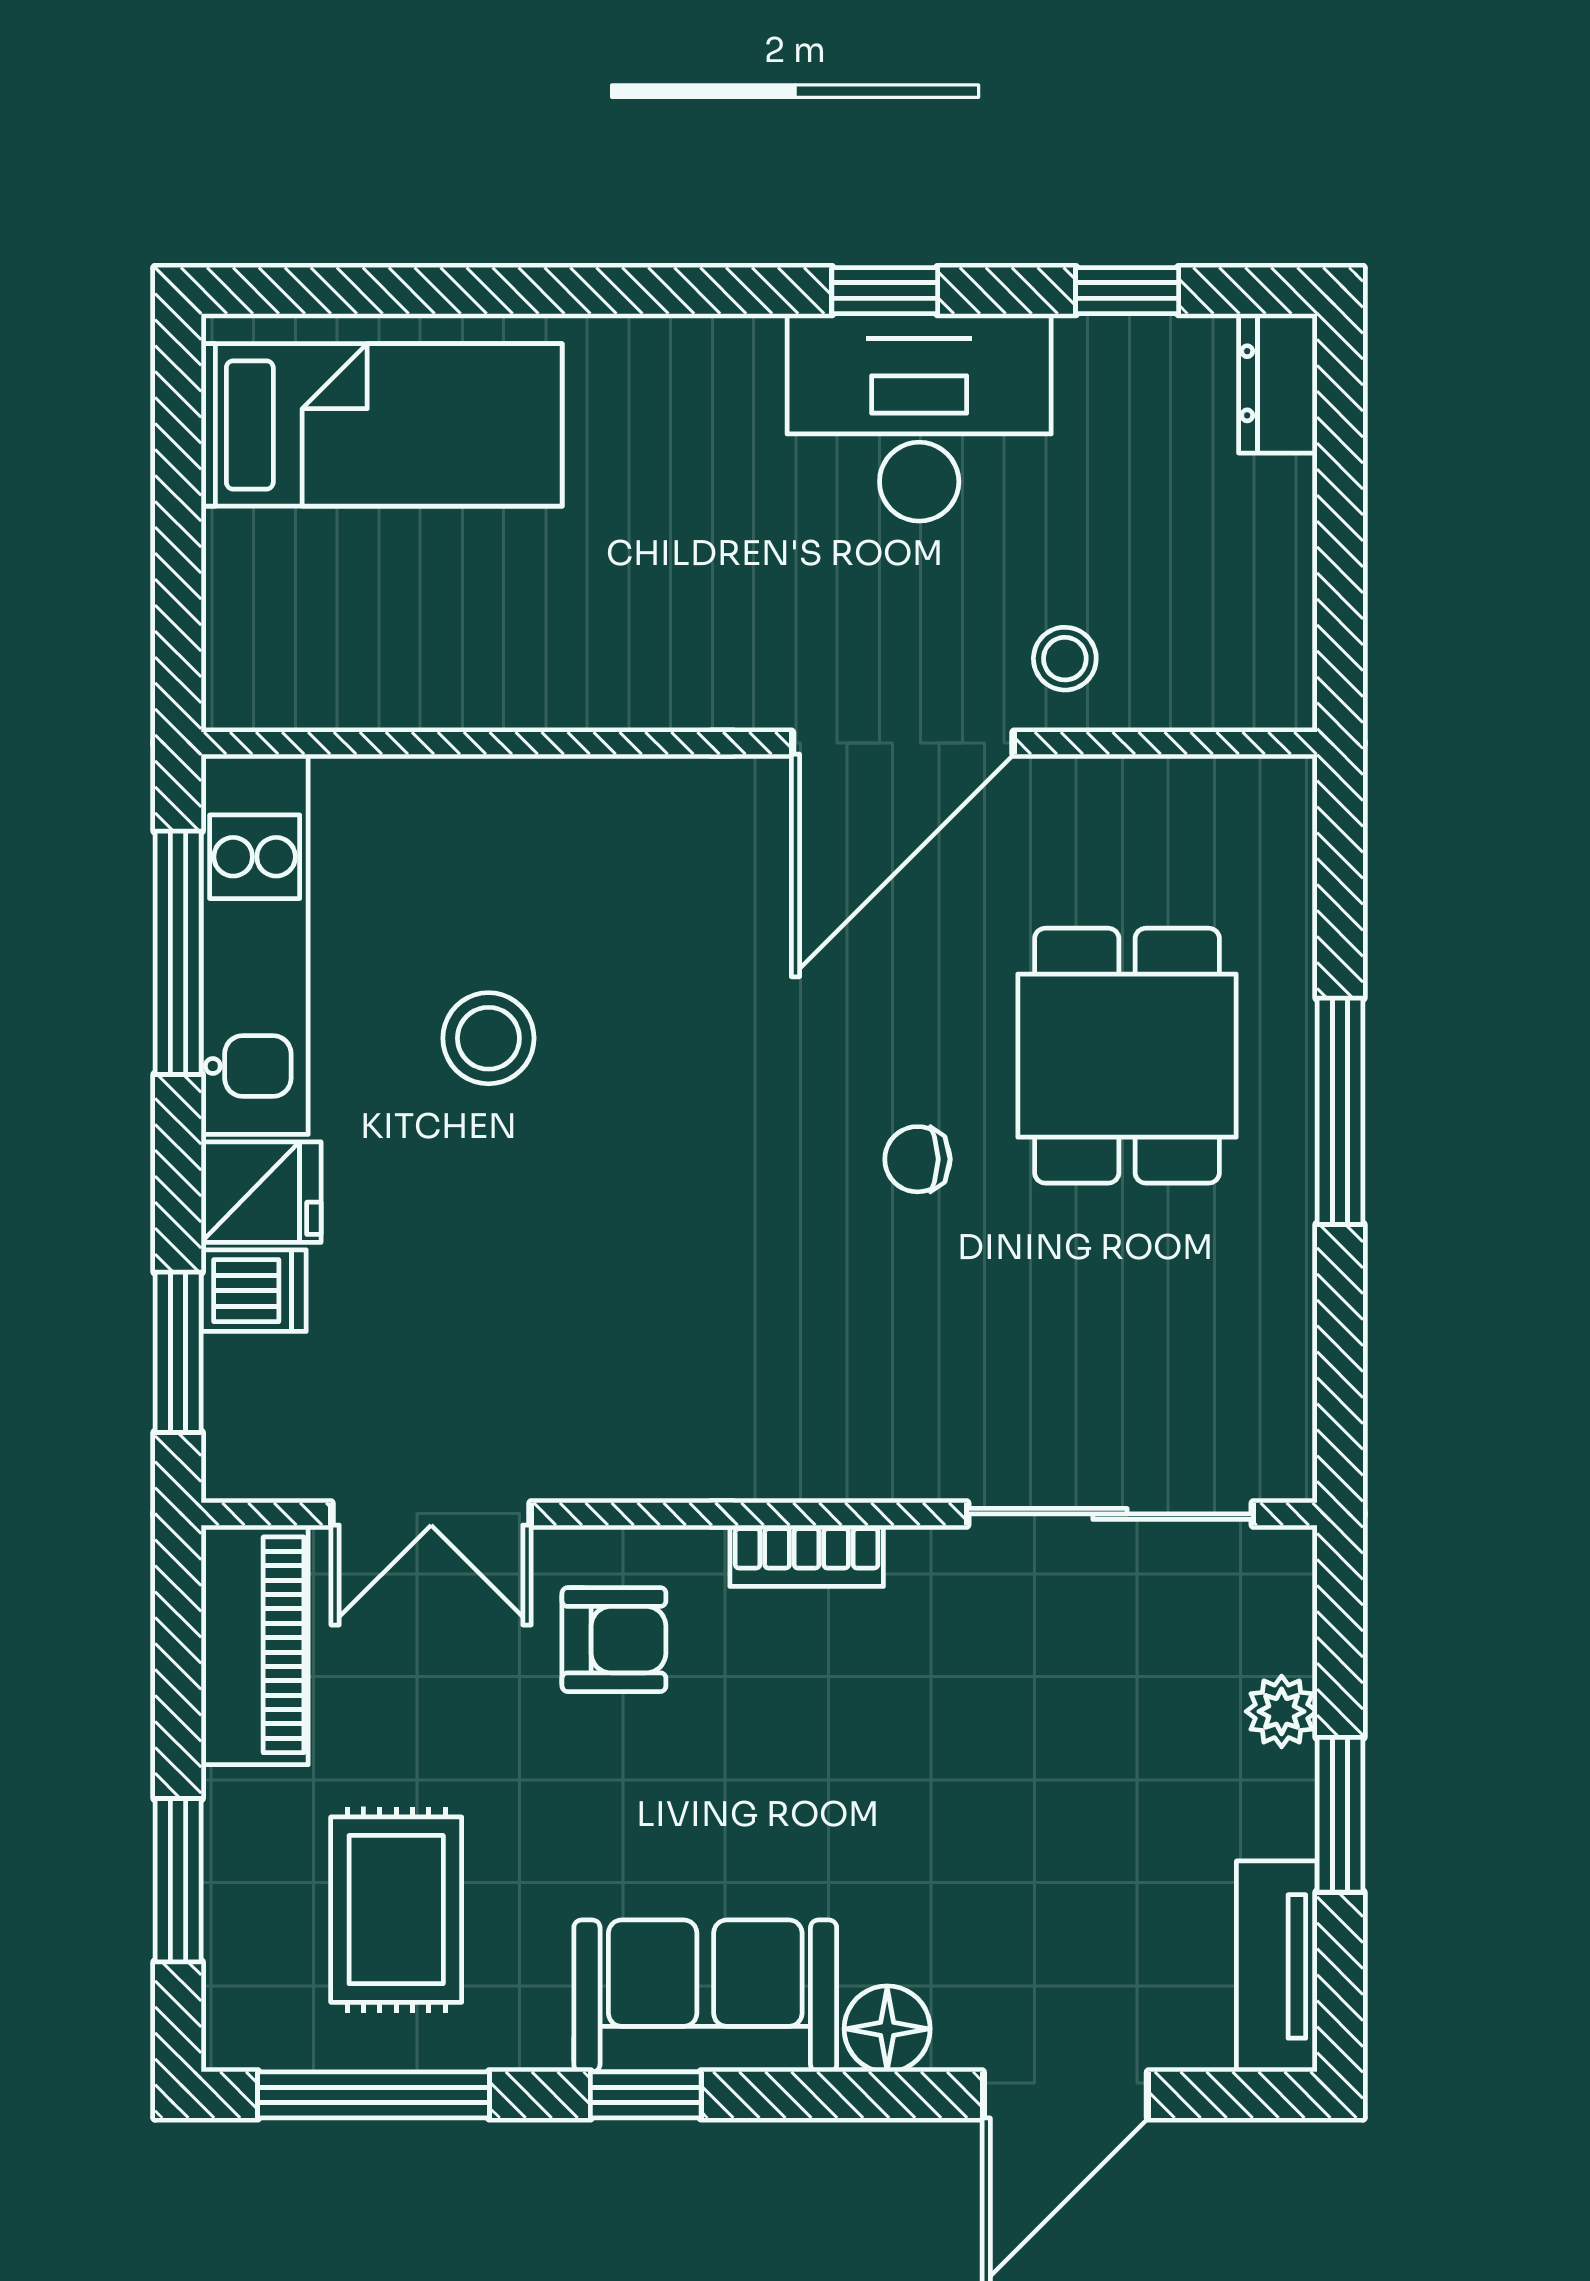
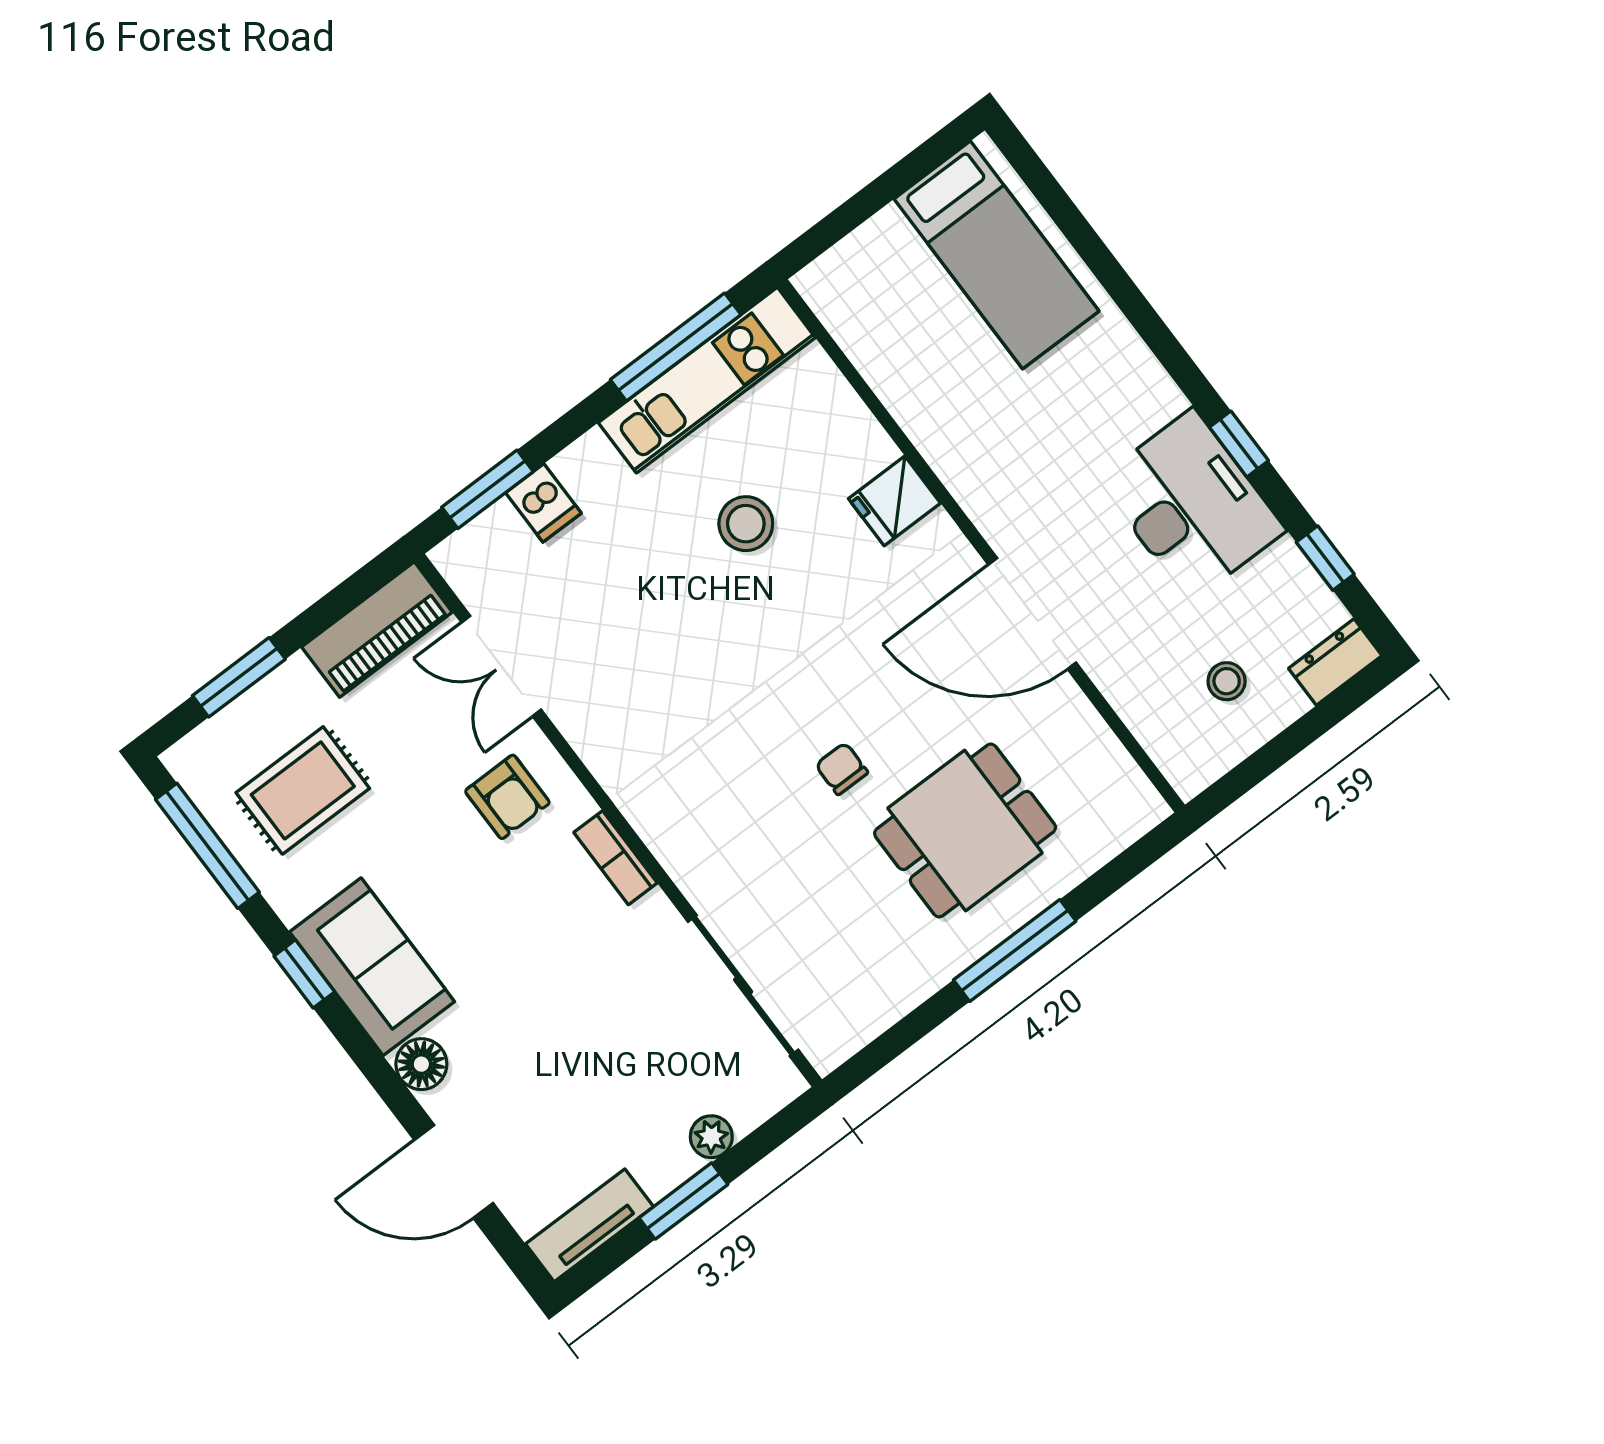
stool: (1065, 659) -> (1227, 681), moved
fridge: (261, 1192) -> (895, 501), moved, turned 90

